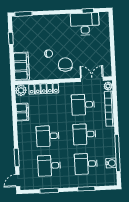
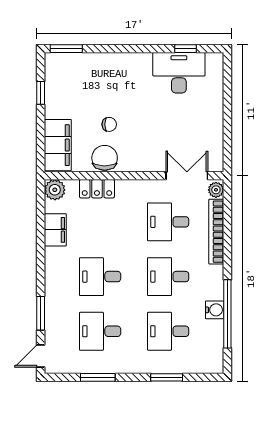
chair: (65, 65) -> (105, 158), moved
locker: (44, 89) -> (97, 189), width x0.66
water cooler: (111, 163) -> (215, 310), moved

